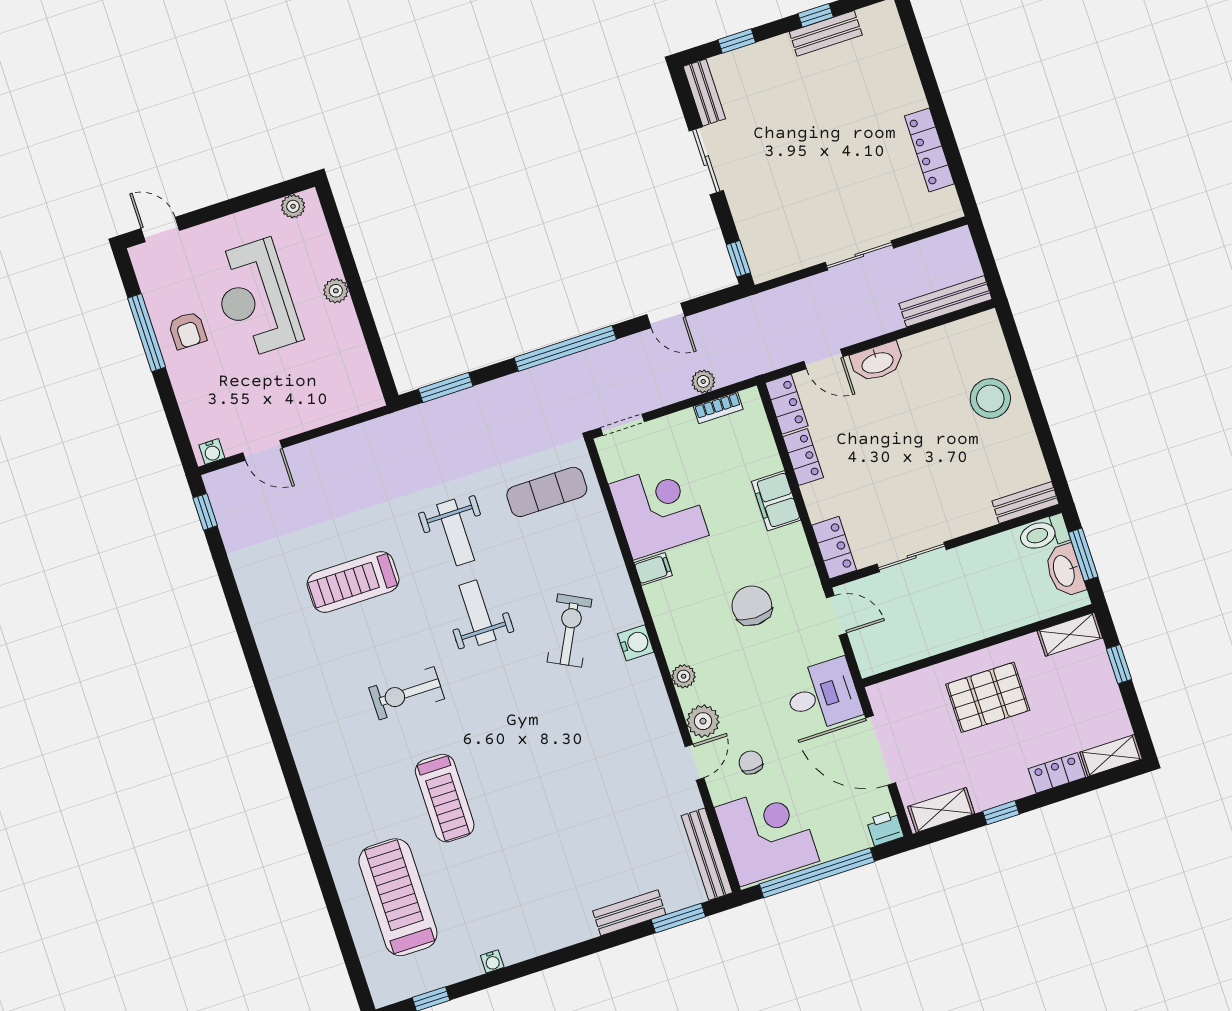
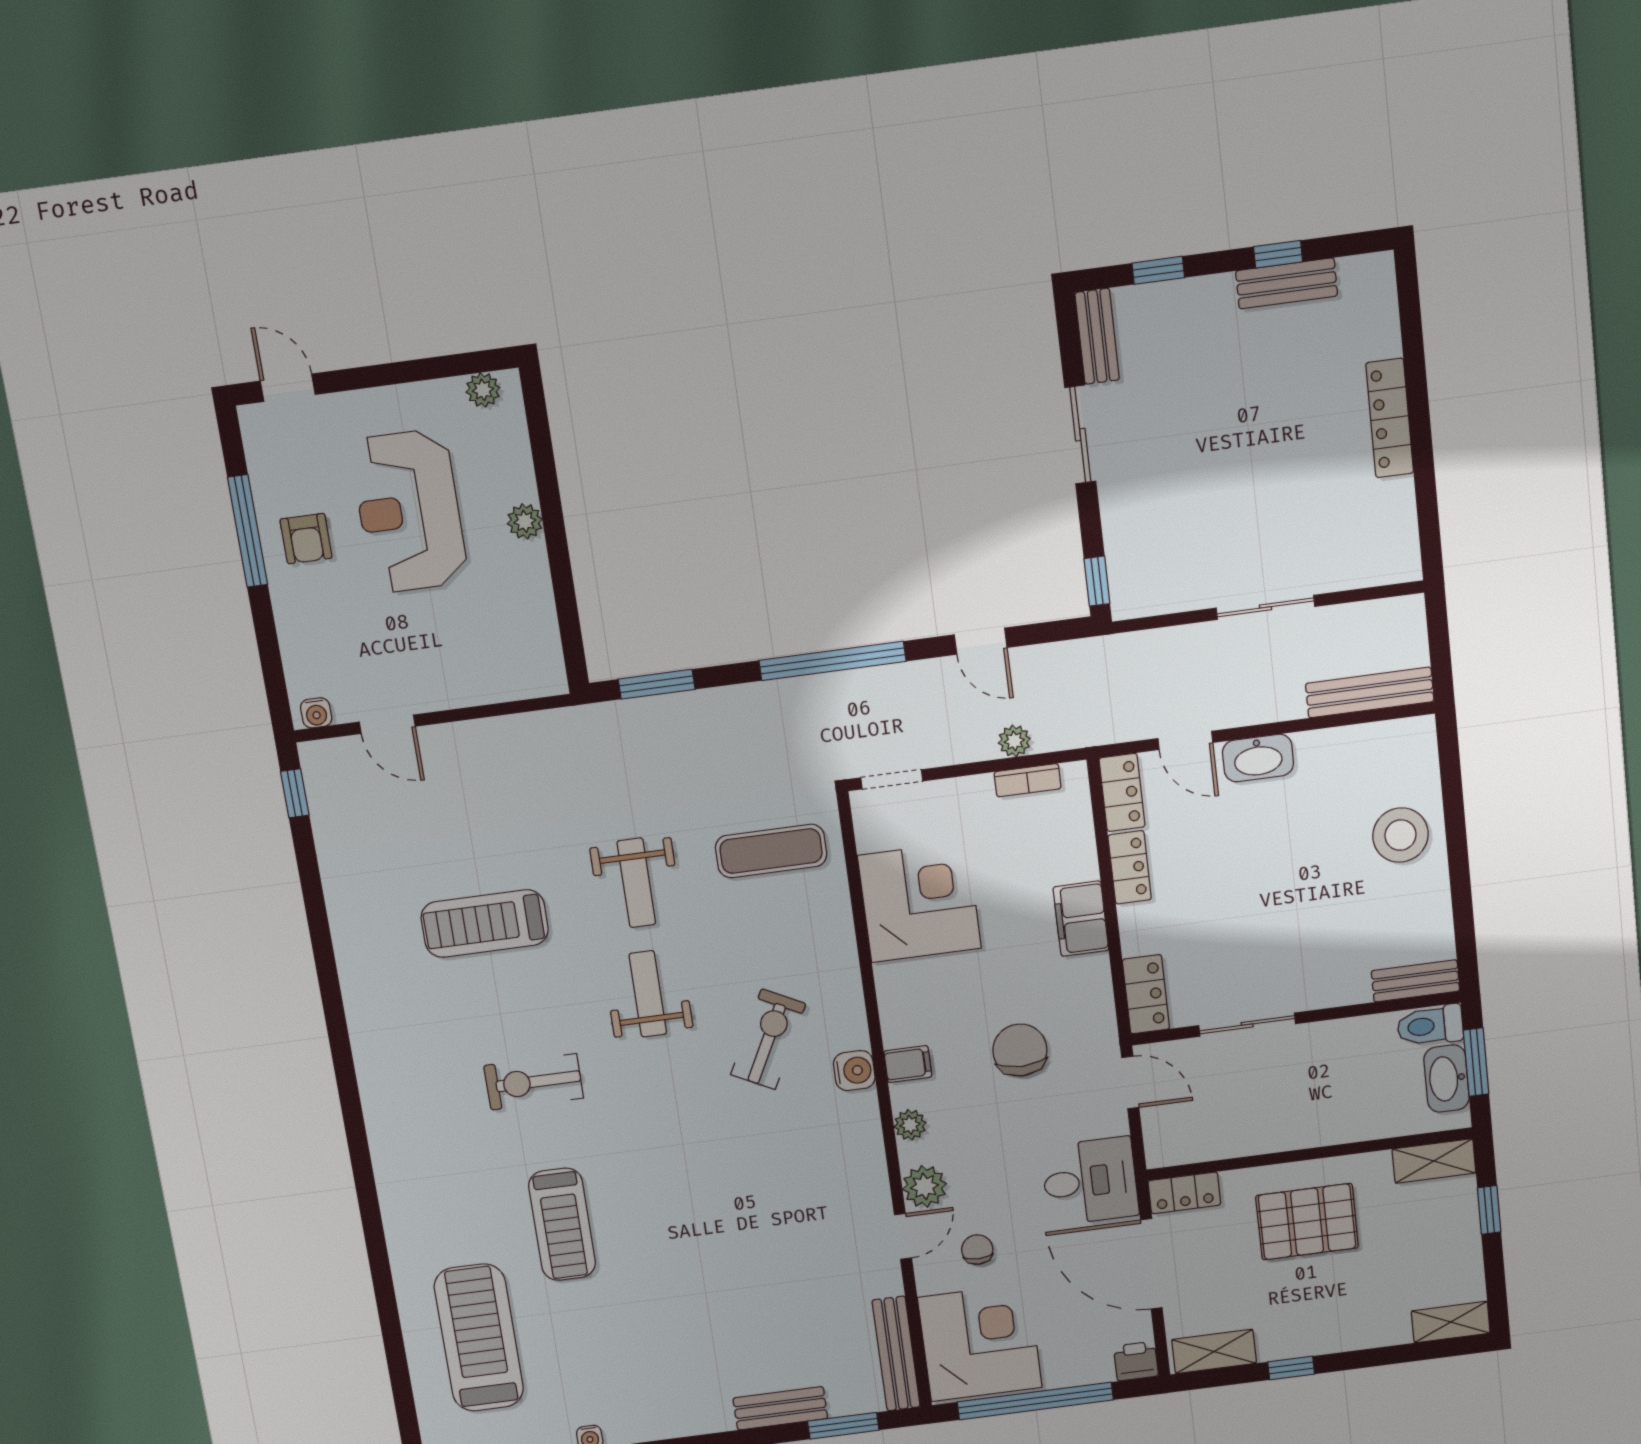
locker: (929, 150) -> (1390, 418), moved
filing cabinet: (653, 569) -> (908, 1064), moved
locker: (1057, 773) -> (1184, 1193), moved, turned 180

